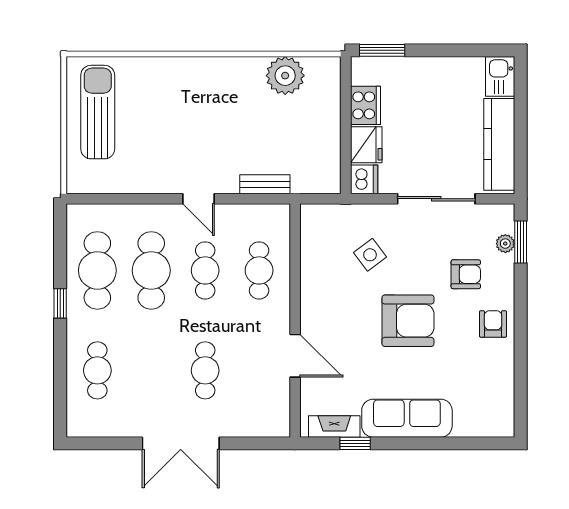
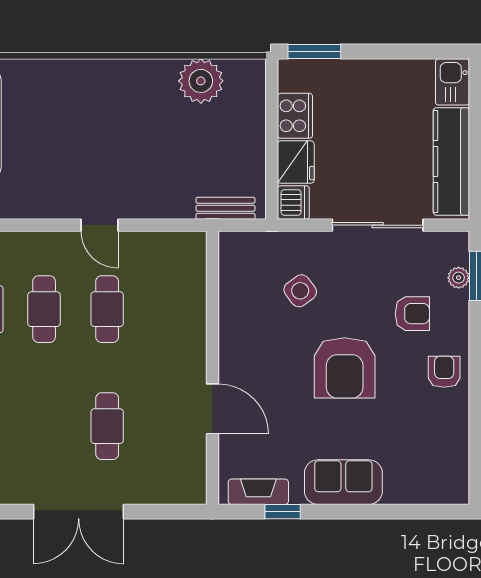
bench: (265, 184) -> (225, 208), moved
cafe table: (151, 270) -> (44, 309), width x0.73, depth x0.74
cafe table: (259, 270) -> (170, 309), removed
armchair: (408, 321) -> (345, 368), turned 90
sofa: (407, 418) -> (343, 482), width x0.73

